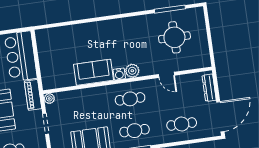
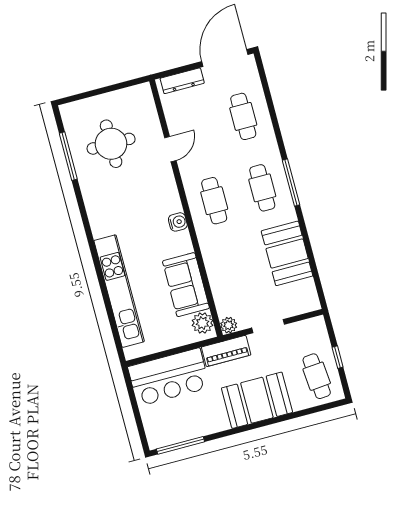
kitchen unit: (80, 31) -> (119, 291), added
plant: (132, 71) -> (202, 323), moved
sofa: (94, 72) -> (186, 285), moved
door: (220, 117) -> (225, 58), hinge flipped

